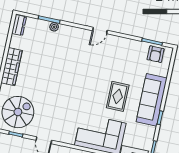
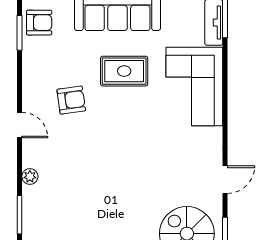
plant: (54, 27) -> (30, 176), moved
armchair: (108, 63) -> (71, 100), added

